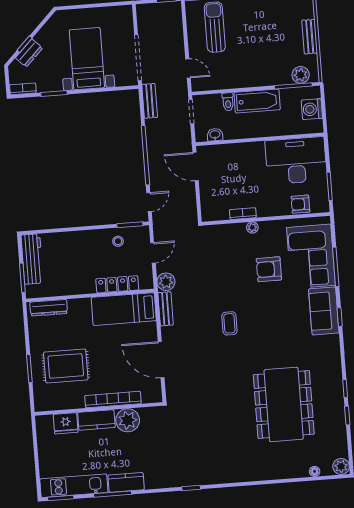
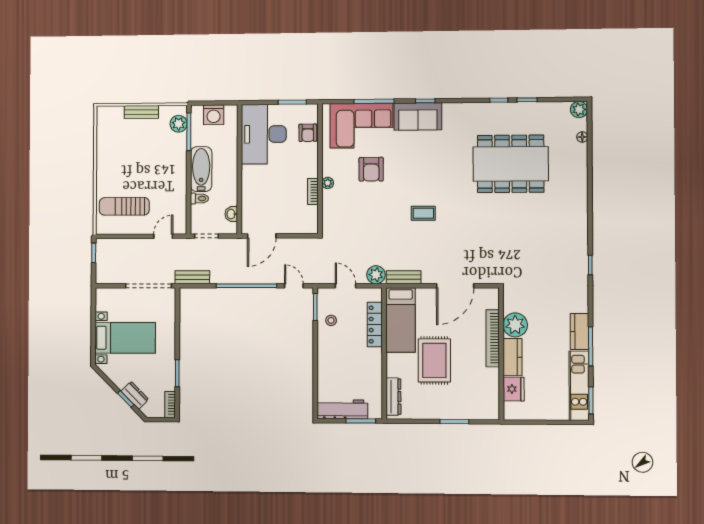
bed with nightstands: (87, 59) -> (125, 338), moved, turned 180
rug: (66, 366) -> (434, 360), moved

